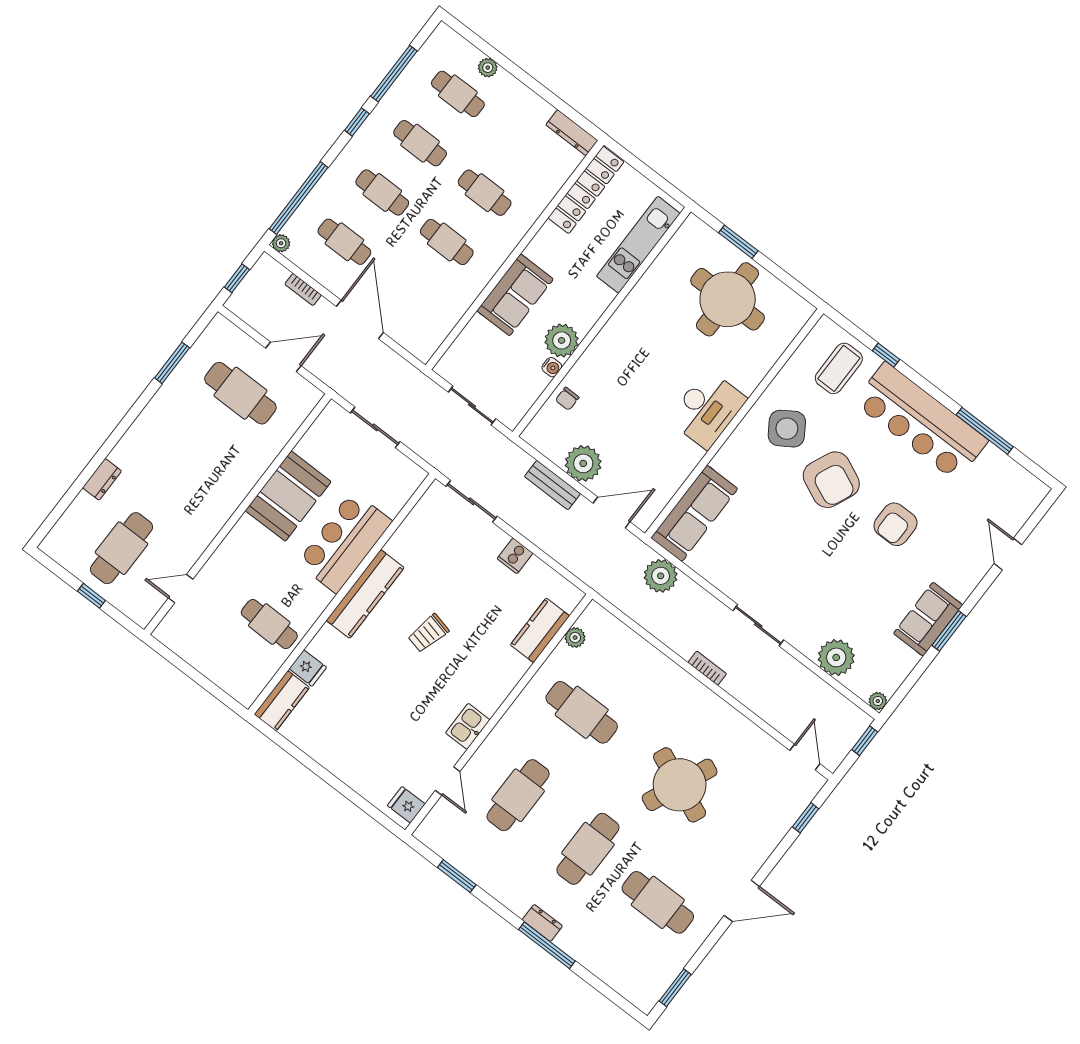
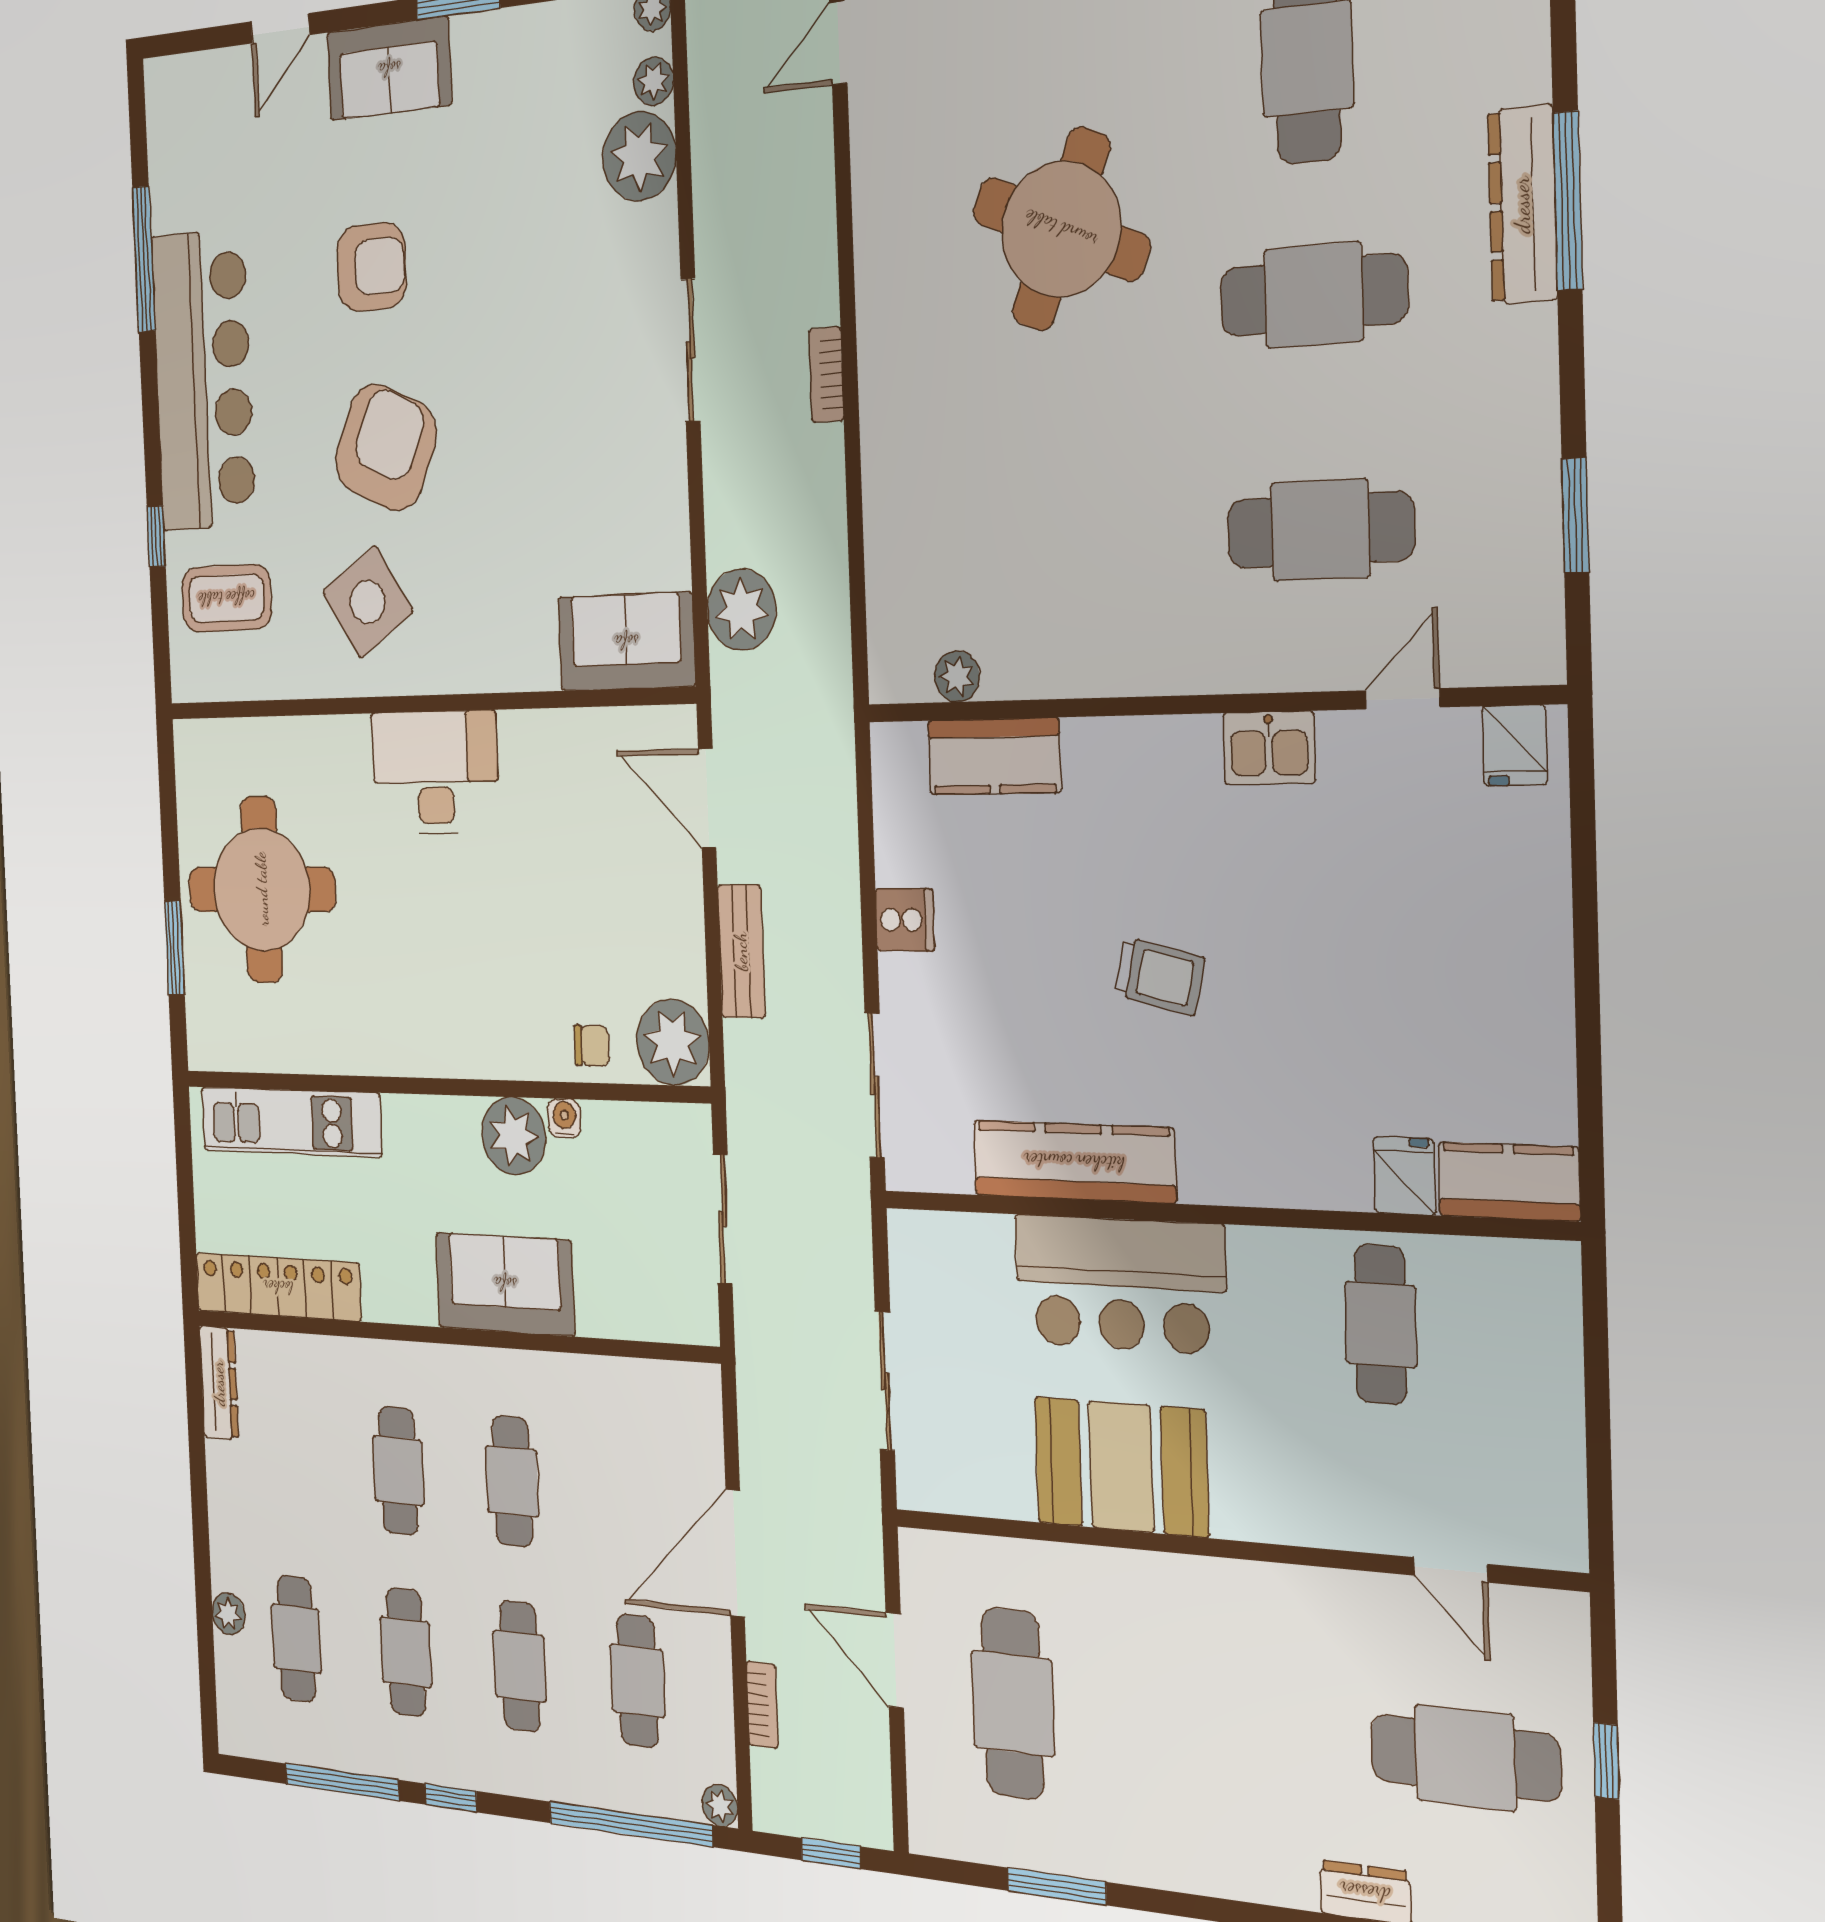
plant: (583, 463) -> (673, 1042), moved
sofa: (694, 513) -> (626, 642), width x0.73
kitchen counter: (365, 594) -> (1074, 1162), moved
sofa: (928, 619) -> (389, 69), moved
plant: (855, 682) -> (653, 81), added
cafe table: (582, 712) -> (1076, 543), removed
dresser: (542, 923) -> (1522, 205), width x1.96, depth x1.24

